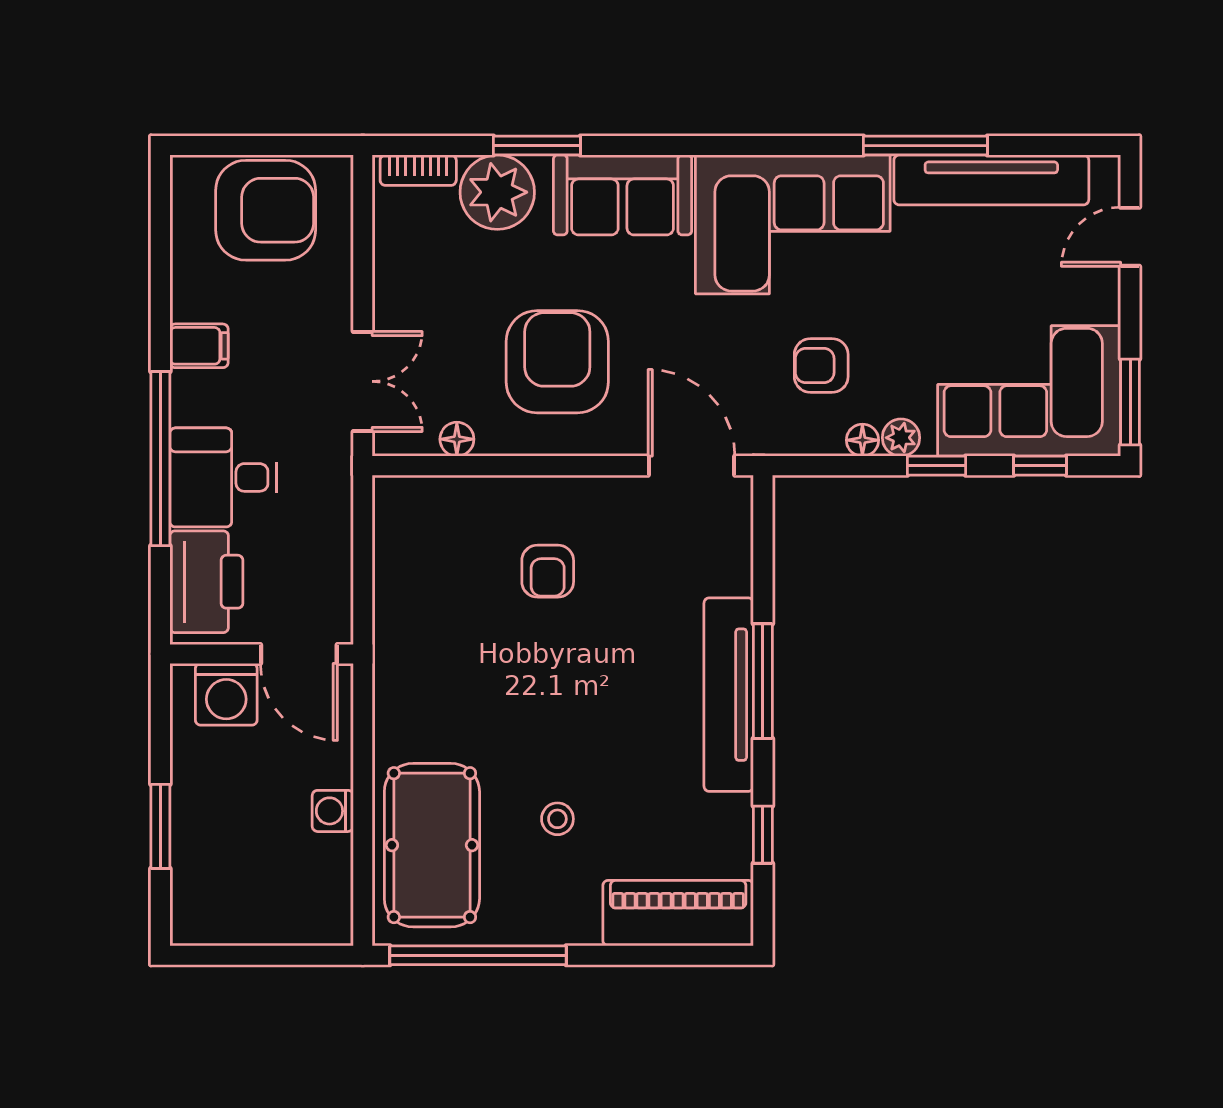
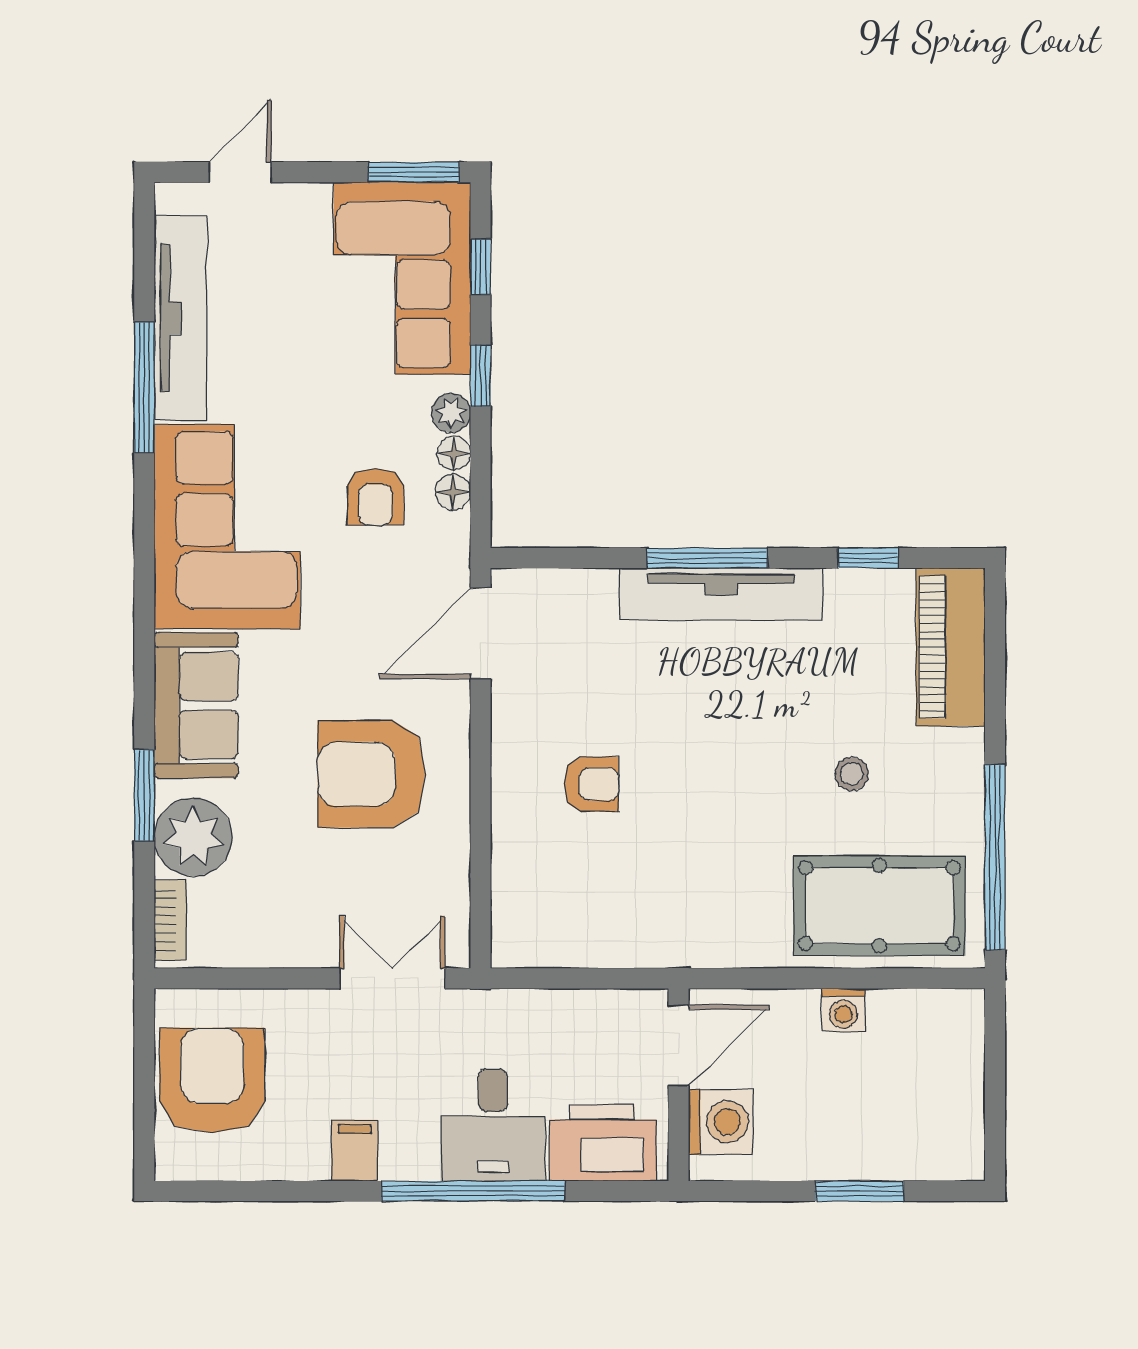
door: (1130, 237) -> (240, 172), swing flipped
floor lamp: (457, 439) -> (453, 492), moved

